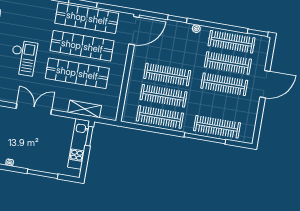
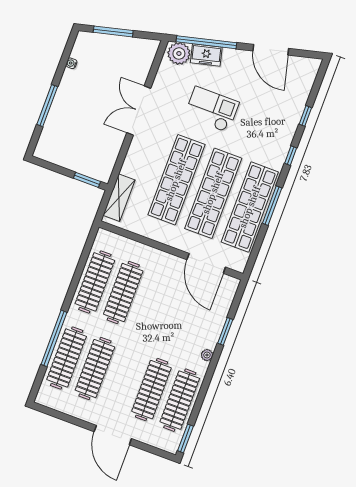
door: (134, 31) -> (206, 263), moved
checkout: (23, 58) -> (212, 109), turned 180
clothes rail: (167, 74) -> (151, 303), removed
clothes rail: (224, 84) -> (95, 369), moved
double door: (34, 109) -> (139, 111), swing flipped
shelving: (85, 109) -> (119, 198), moved
kitchen unit: (79, 144) -> (79, 163), removed

